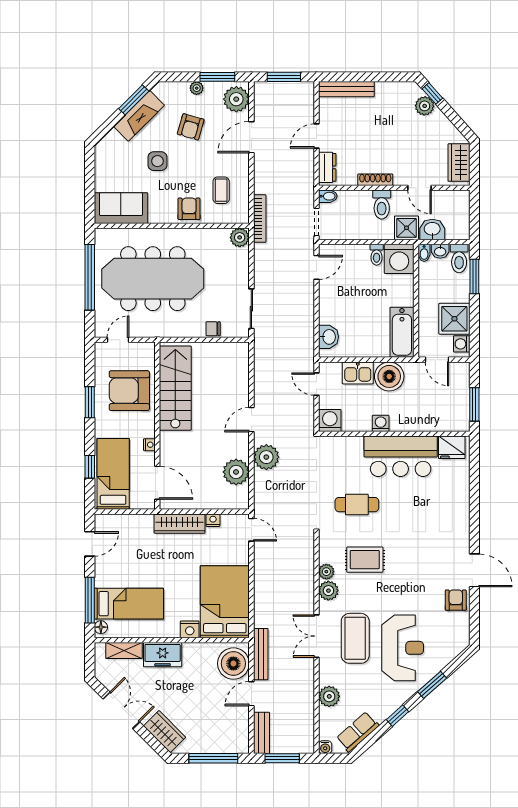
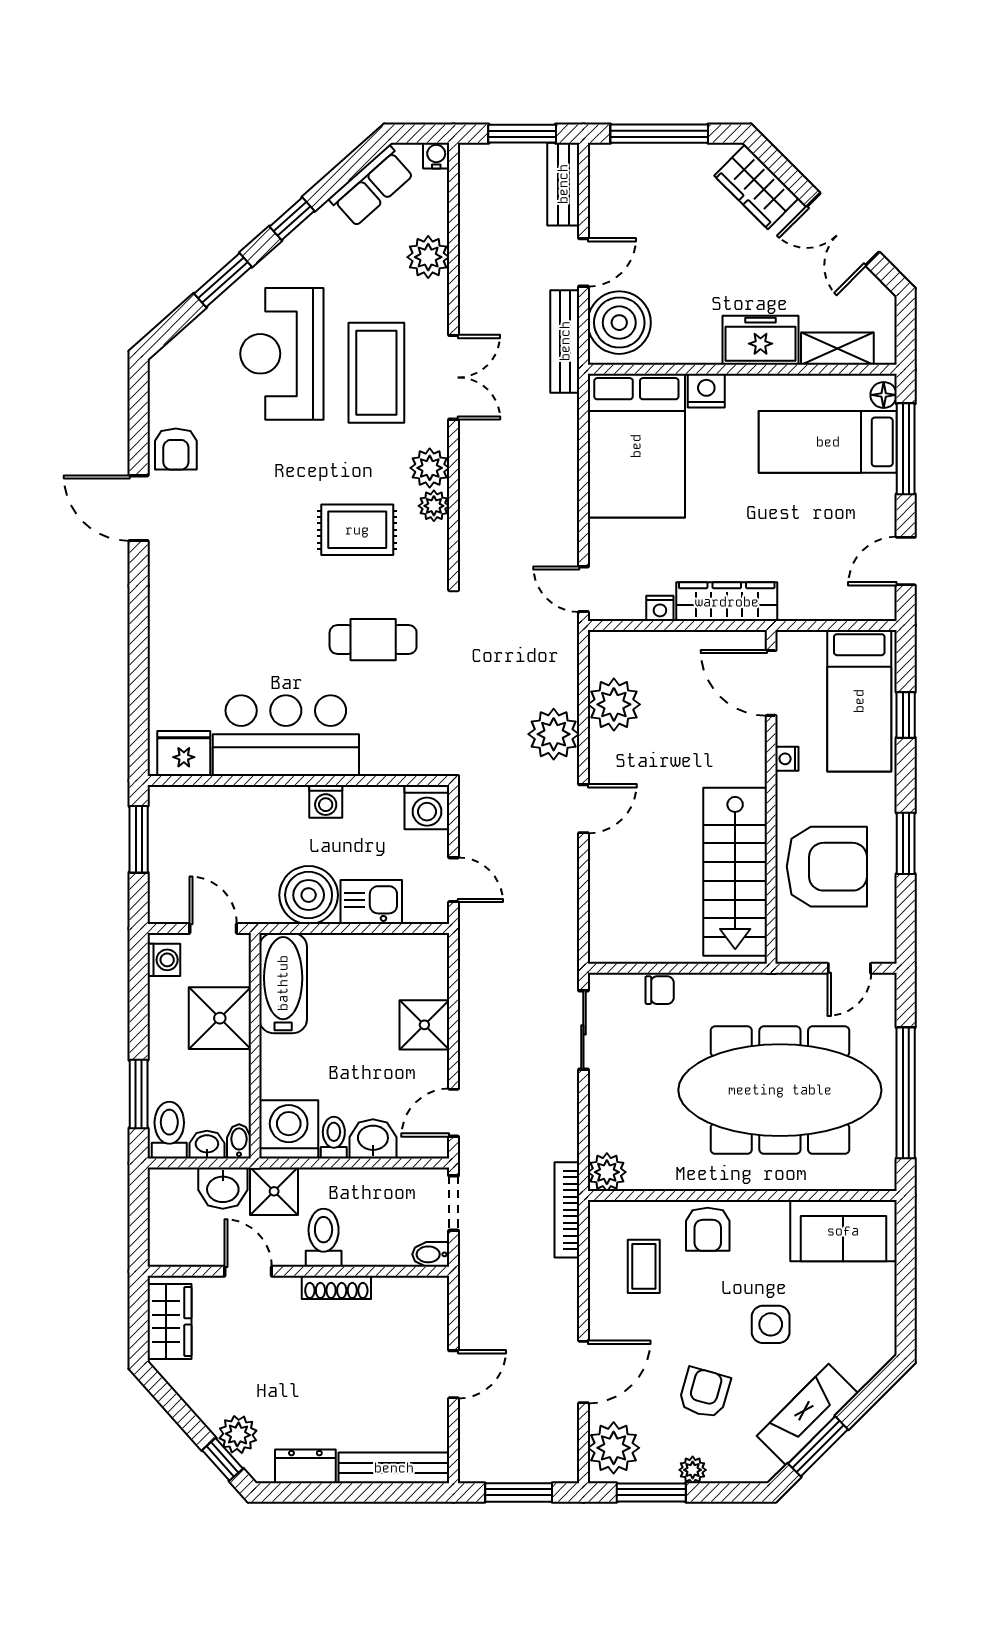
dresser: (327, 167) -> (305, 1466), moved, turned 90
shower: (331, 311) -> (424, 1025), added
shower: (454, 319) -> (220, 1018), moved
washbasin: (329, 337) -> (373, 1139), moved, turned 90

